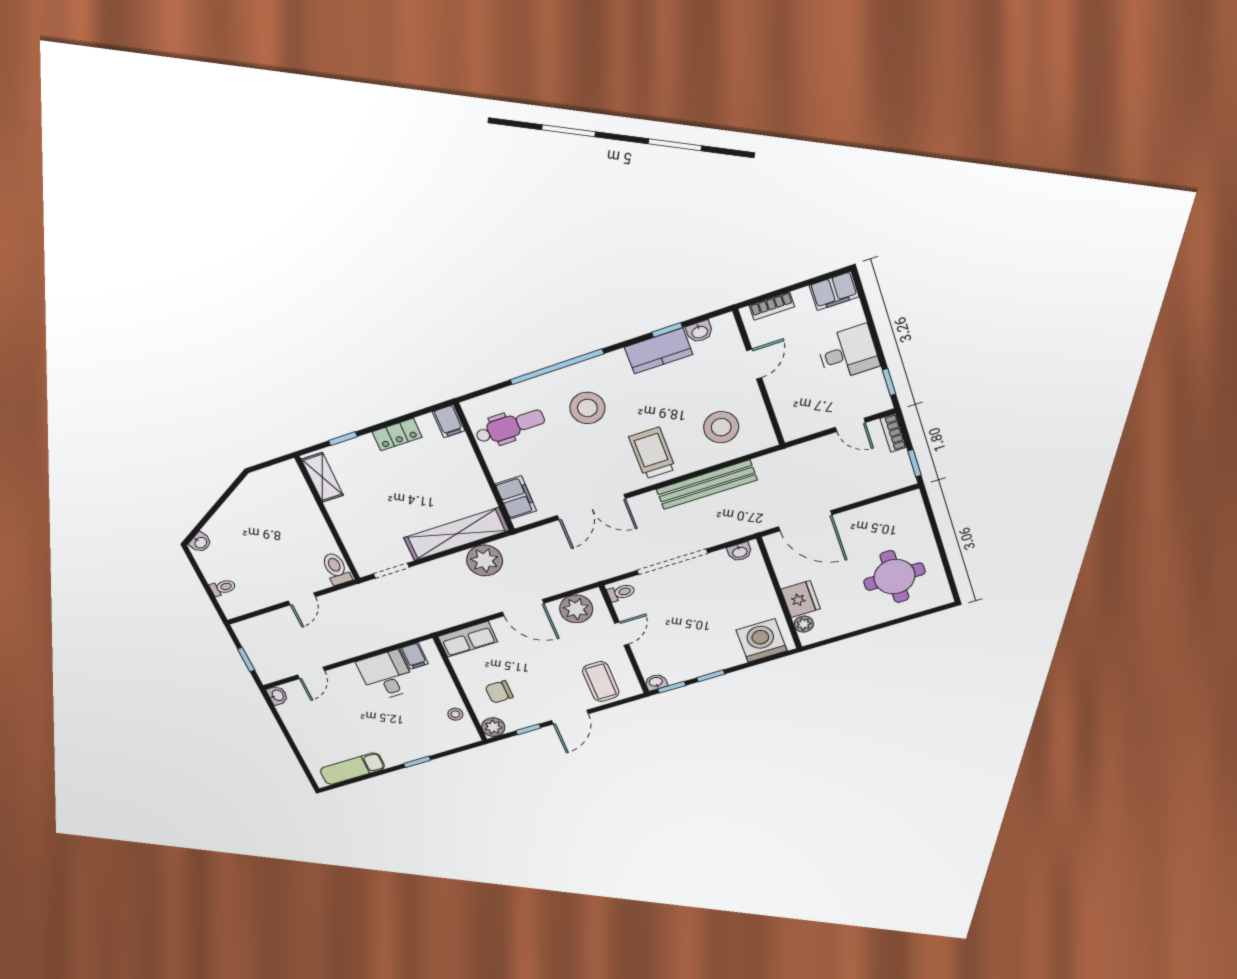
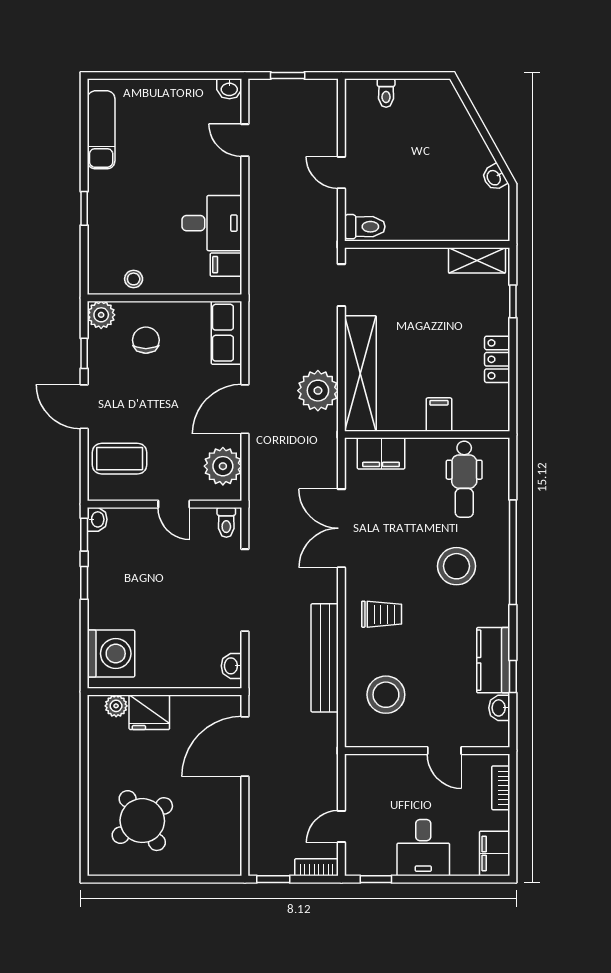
filing cabinet: (449, 421) -> (439, 415), moved, turned 90
trolley: (652, 453) -> (382, 614), width x0.73, depth x0.72
washbasin: (200, 542) -> (494, 177), moved
round table: (894, 577) -> (142, 821), turned -34

